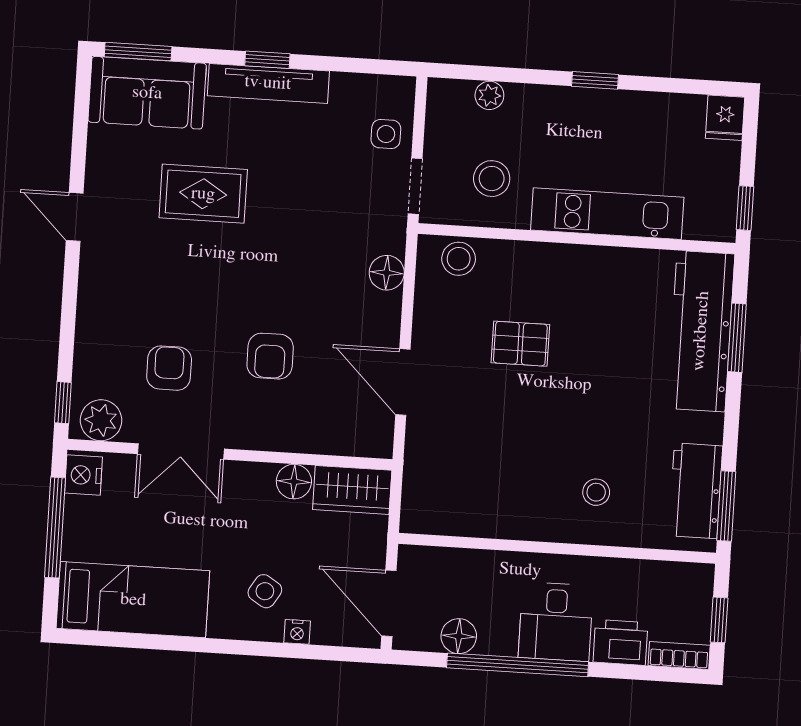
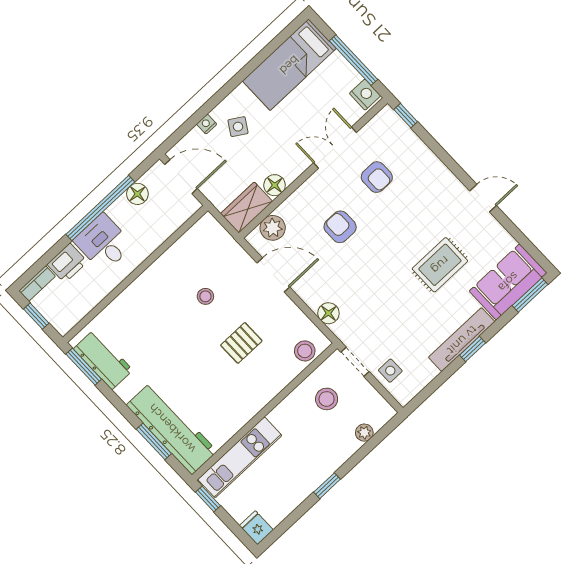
kitchen unit: (607, 214) -> (240, 457), moved
plant: (101, 420) -> (273, 228), moved
stool: (596, 492) -> (205, 296), moved

